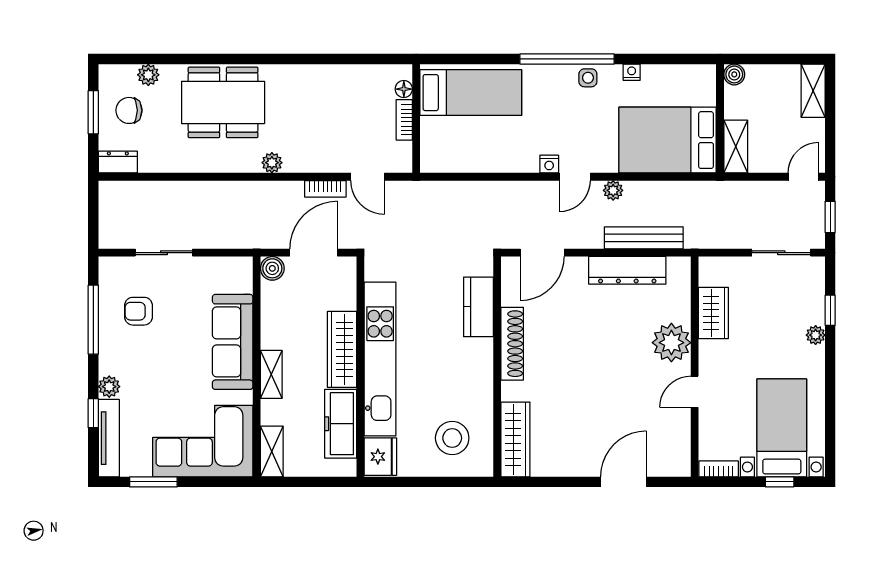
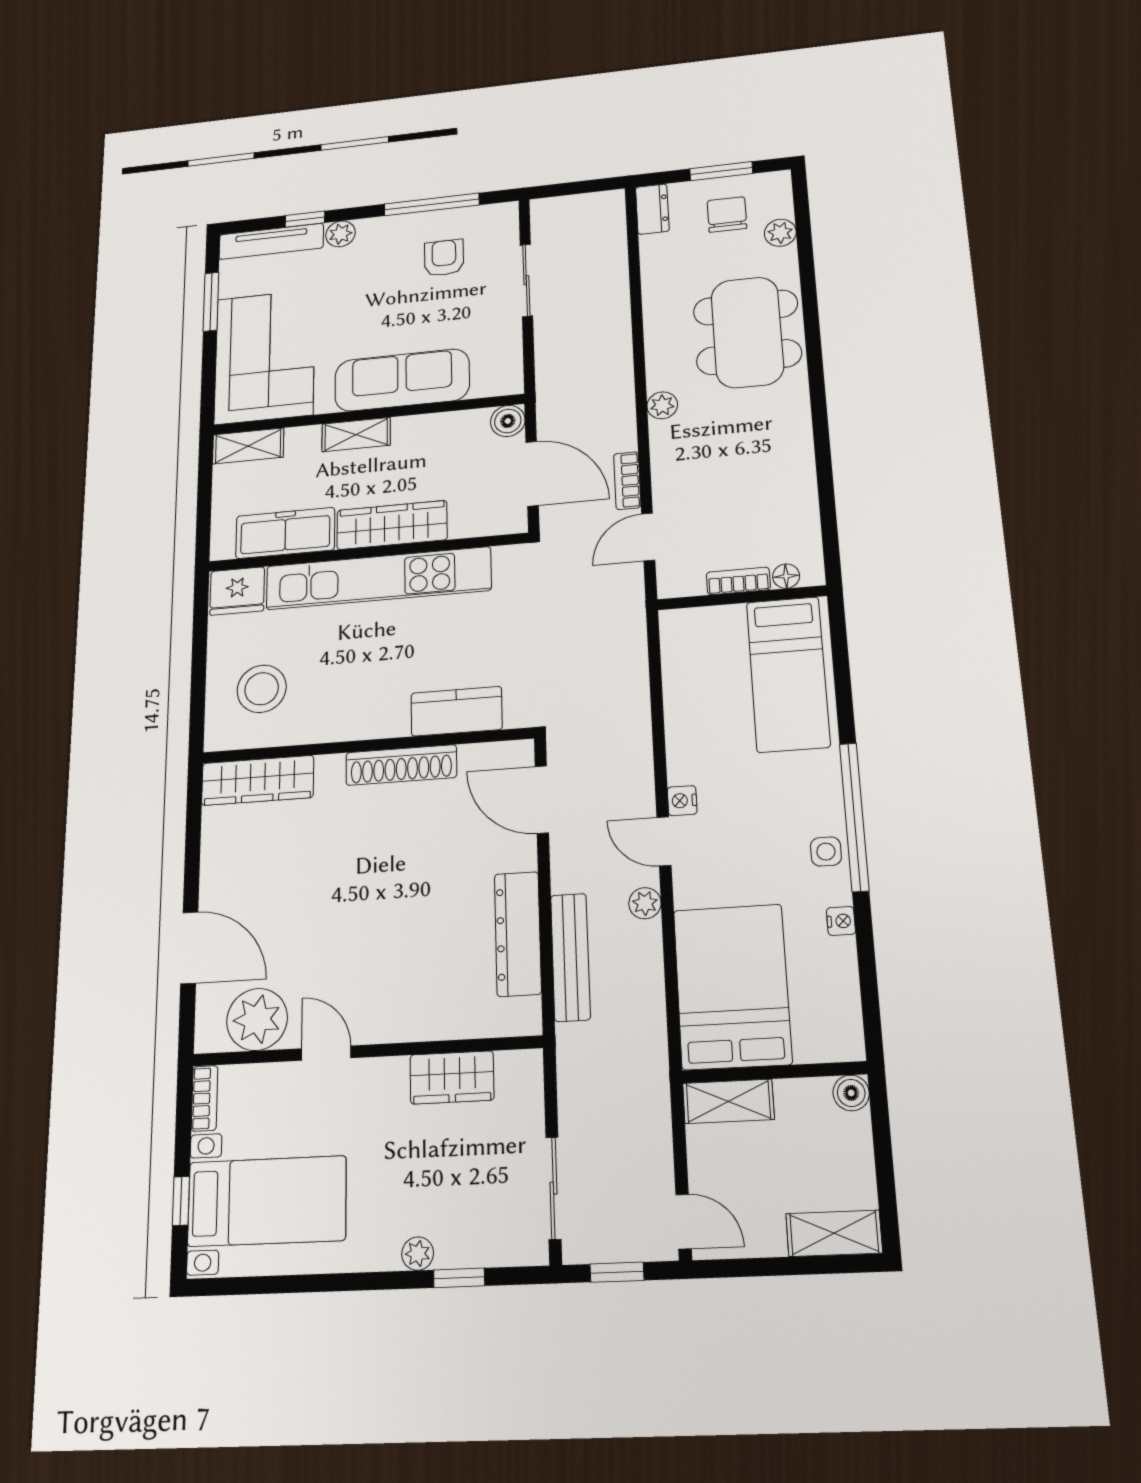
plant: (671, 343) -> (257, 1019), moved

